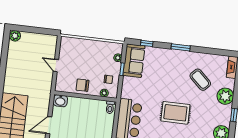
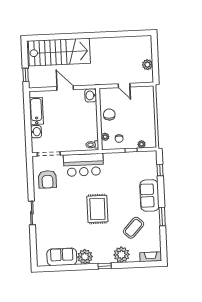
plant: (15, 36) -> (147, 65), moved
window: (181, 47) -> (162, 216), moved
sofa: (134, 61) -> (150, 195), moved, turned 90
door: (56, 65) -> (124, 85), swing flipped

